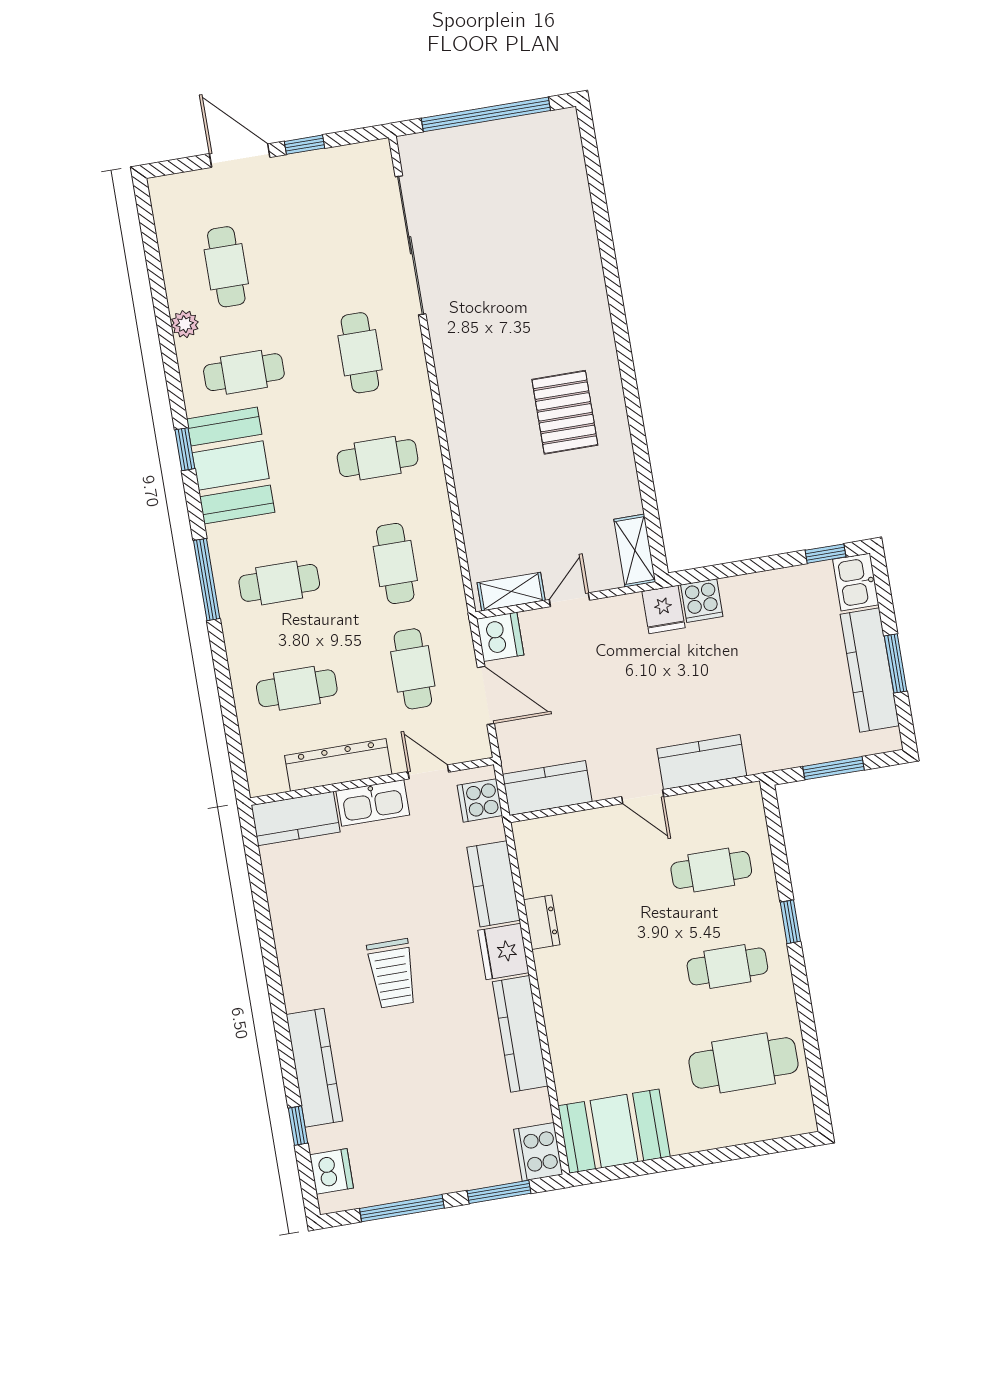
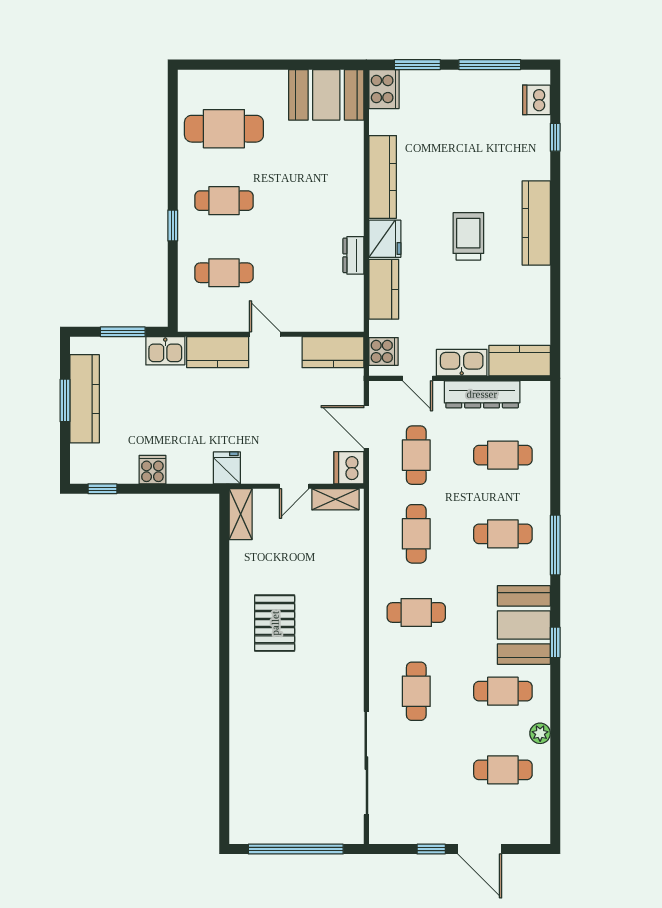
cafe table: (226, 267) -> (503, 770), turned 90
kitchen sink: (856, 582) -> (165, 351), moved, turned 90
cooker: (702, 601) -> (152, 470), moved
kitchen counter: (314, 1068) -> (536, 223), moved

